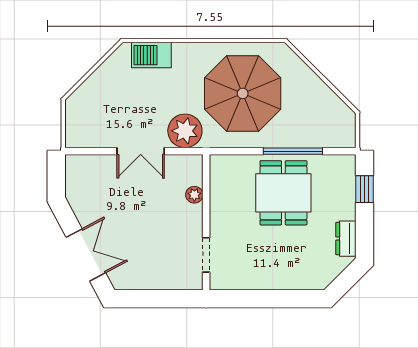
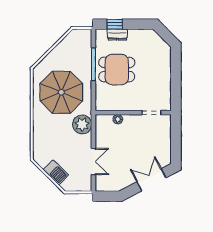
barbecue: (151, 55) -> (56, 172), moved, turned -45
double door: (141, 151) -> (93, 162), moved
dresser: (346, 239) -> (117, 35), moved

